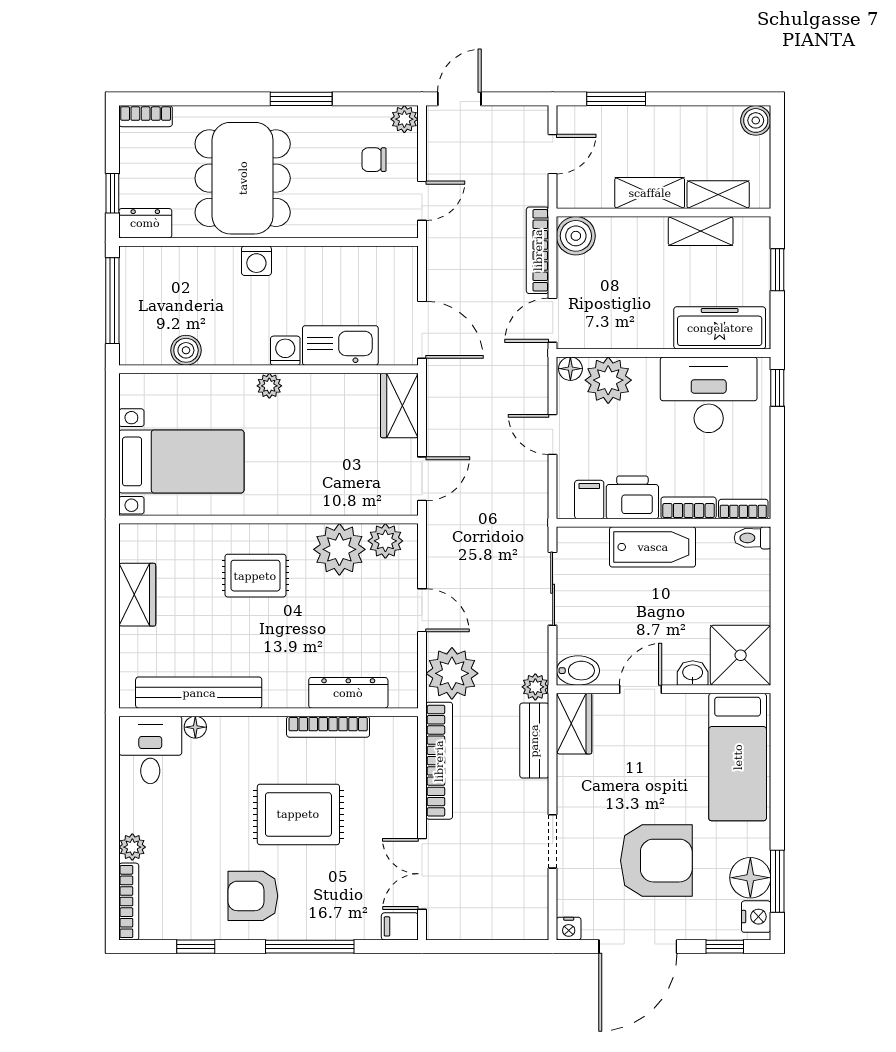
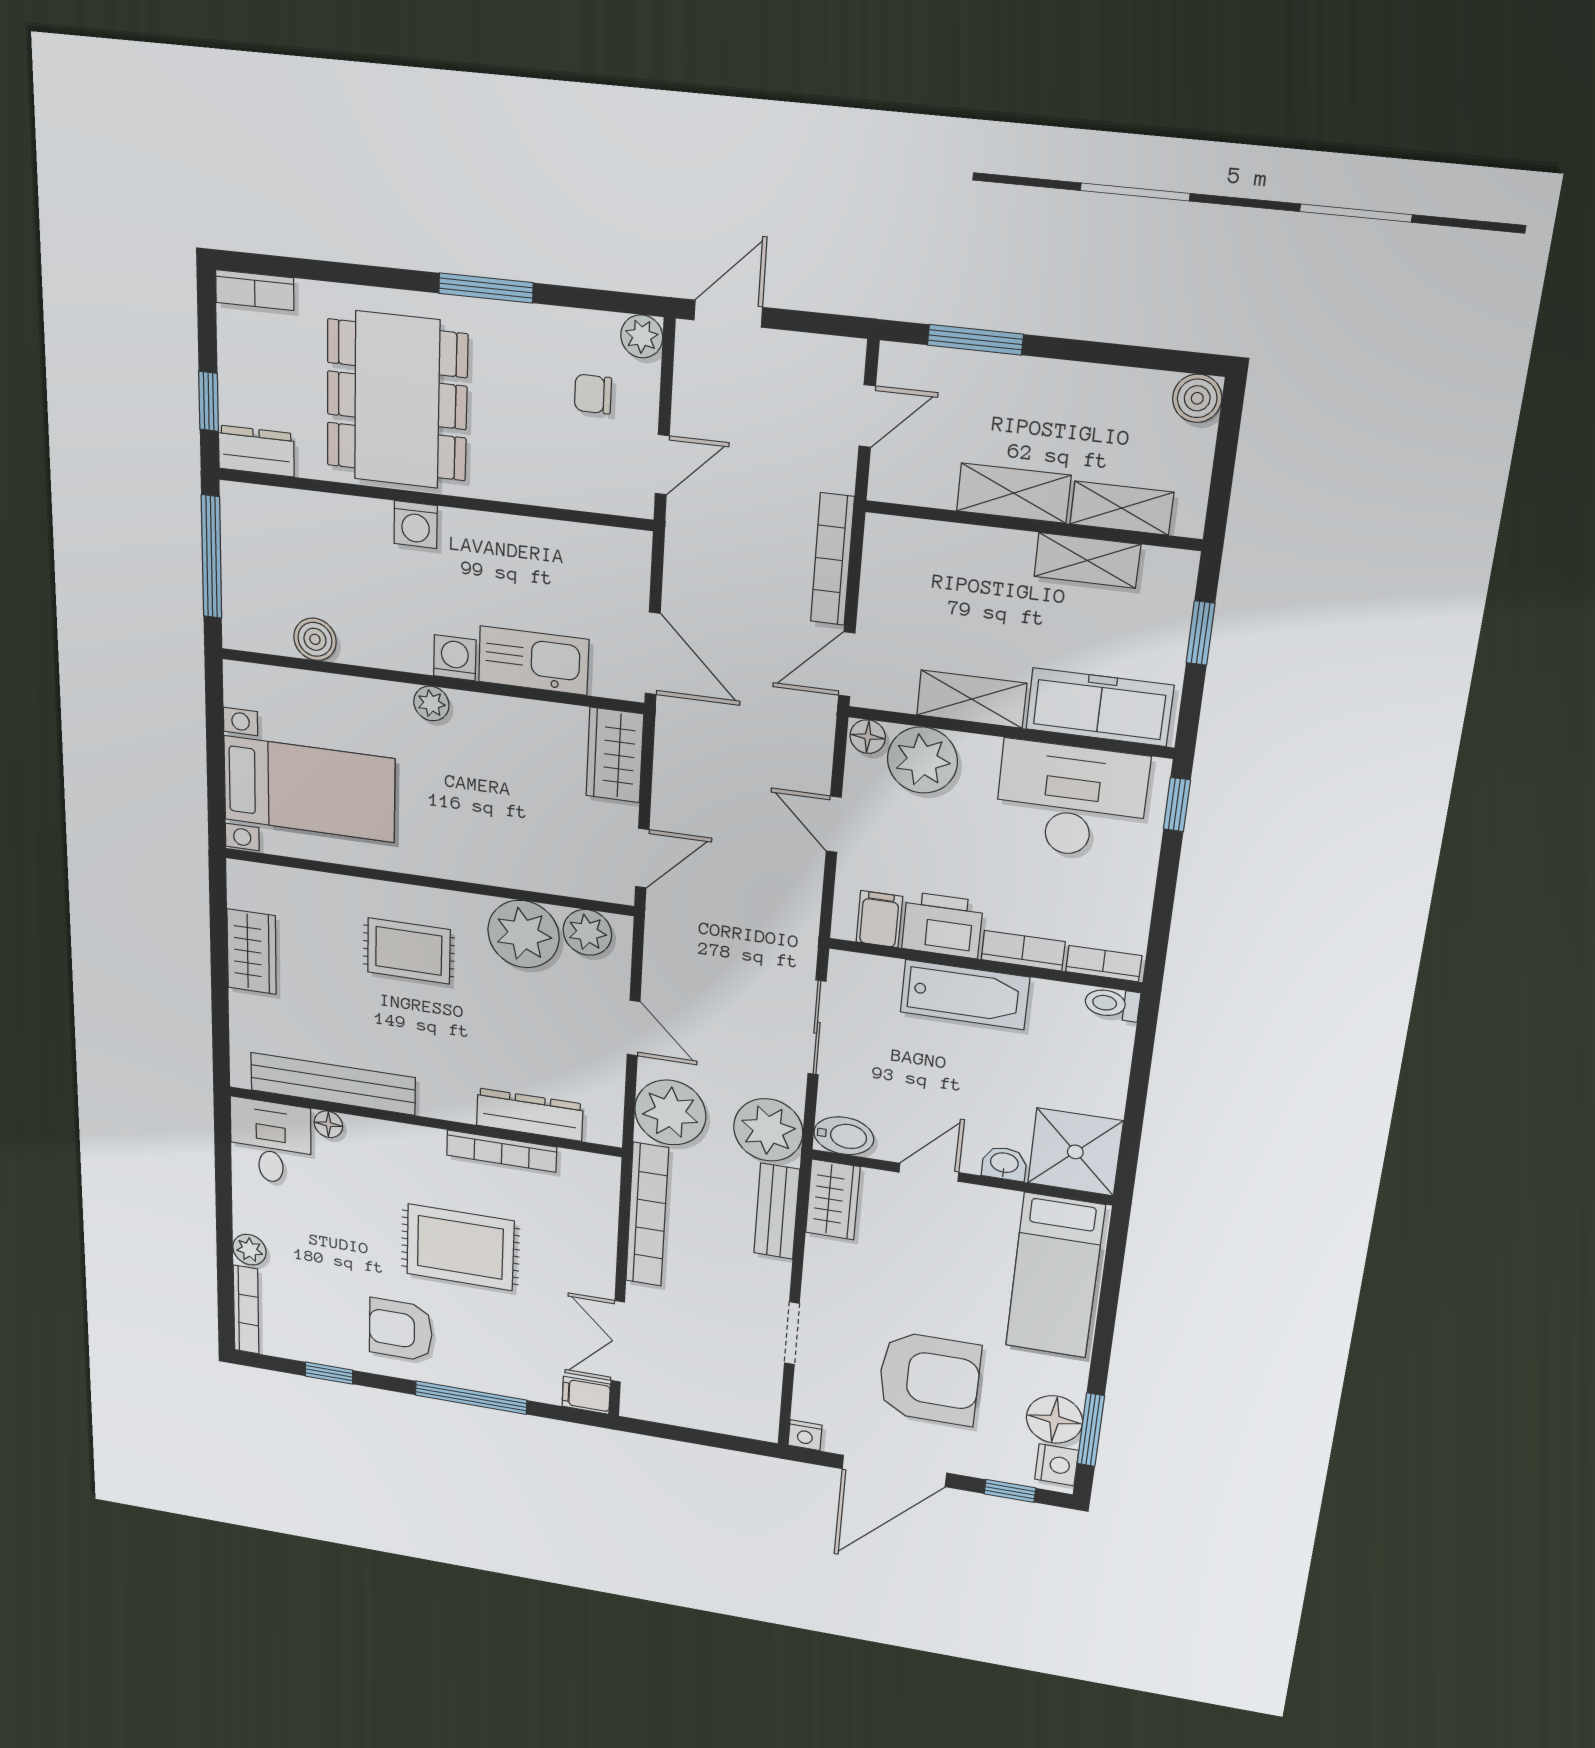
boiler: (576, 236) -> (893, 545), removed
shelving: (637, 333) -> (972, 699), added
plant: (535, 687) -> (768, 1130), width x1.88, depth x1.88

